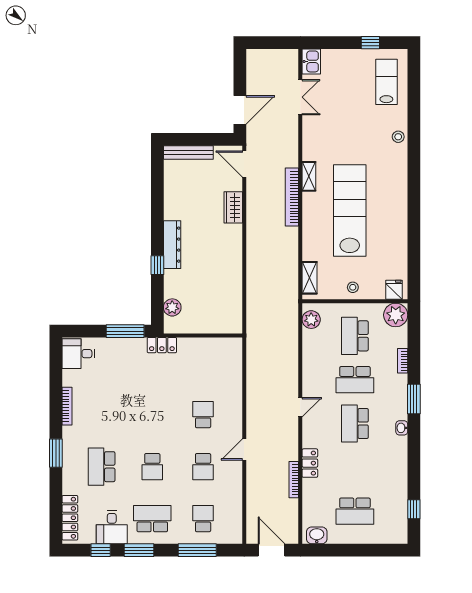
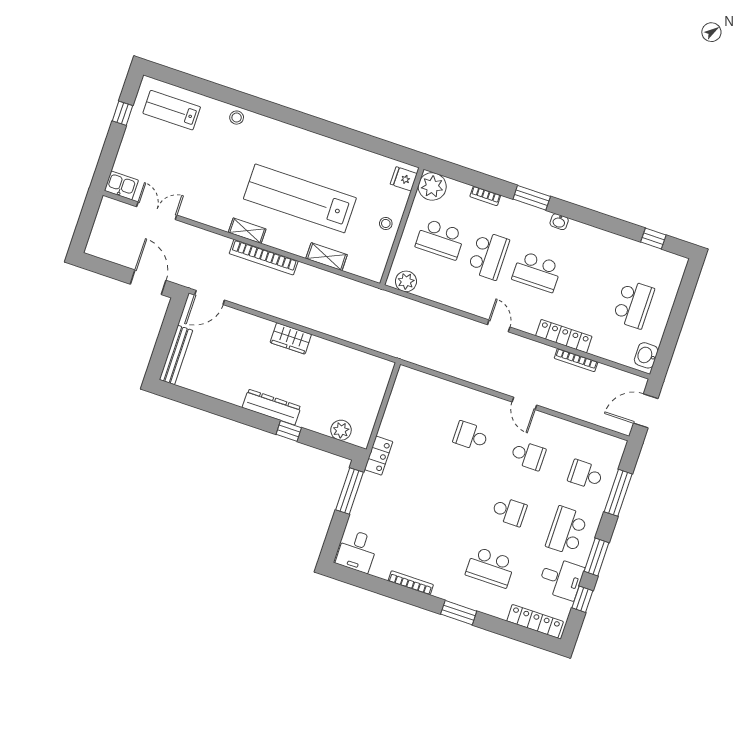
wardrobe: (233, 207) -> (291, 338), moved
shelving: (310, 278) -> (327, 257), moved
locker: (310, 463) -> (564, 336), width x1.53

